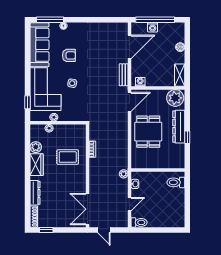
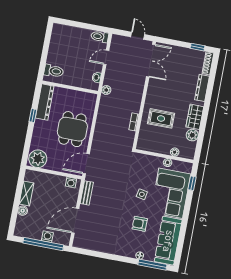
shelving: (180, 75) -> (26, 194), moved
dresser: (179, 127) -> (45, 102), moved

